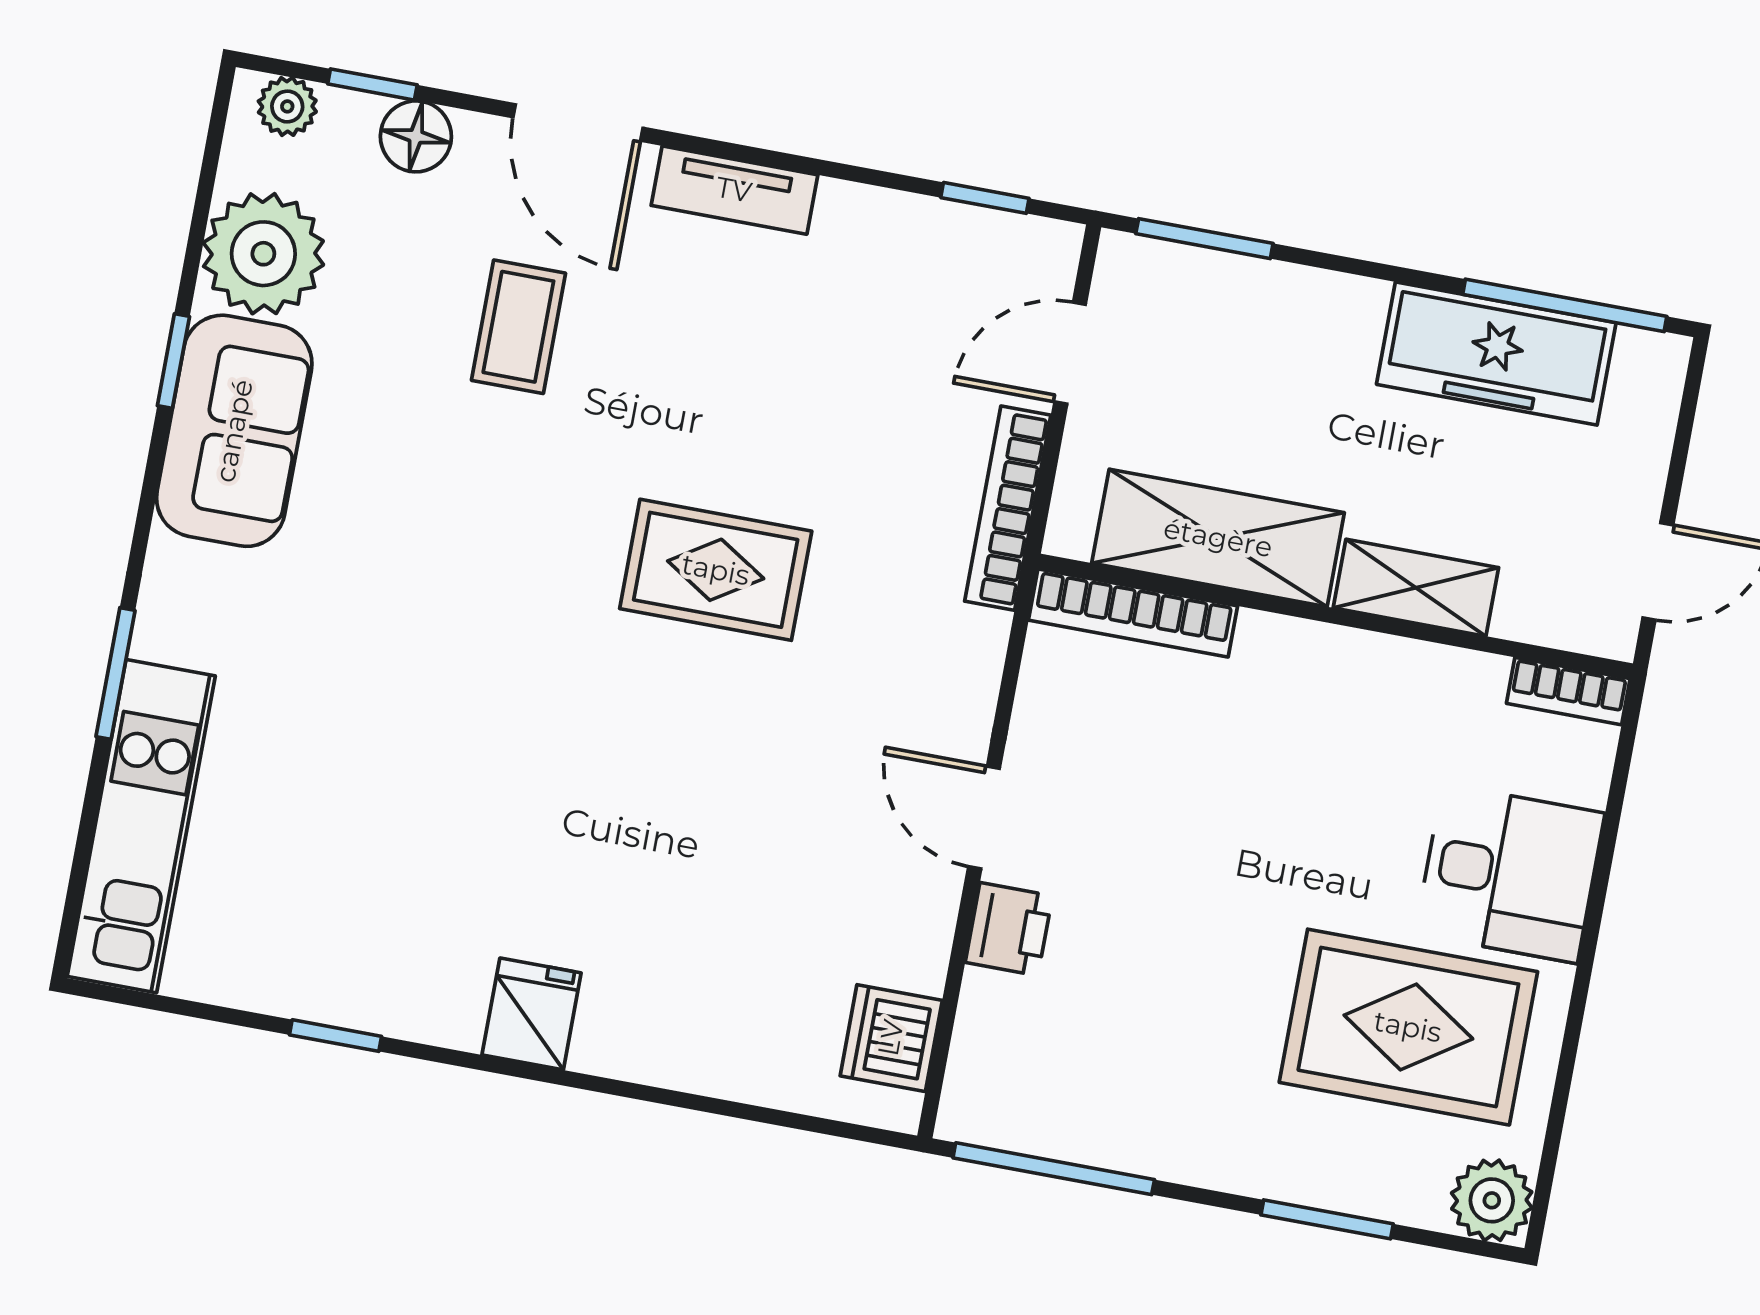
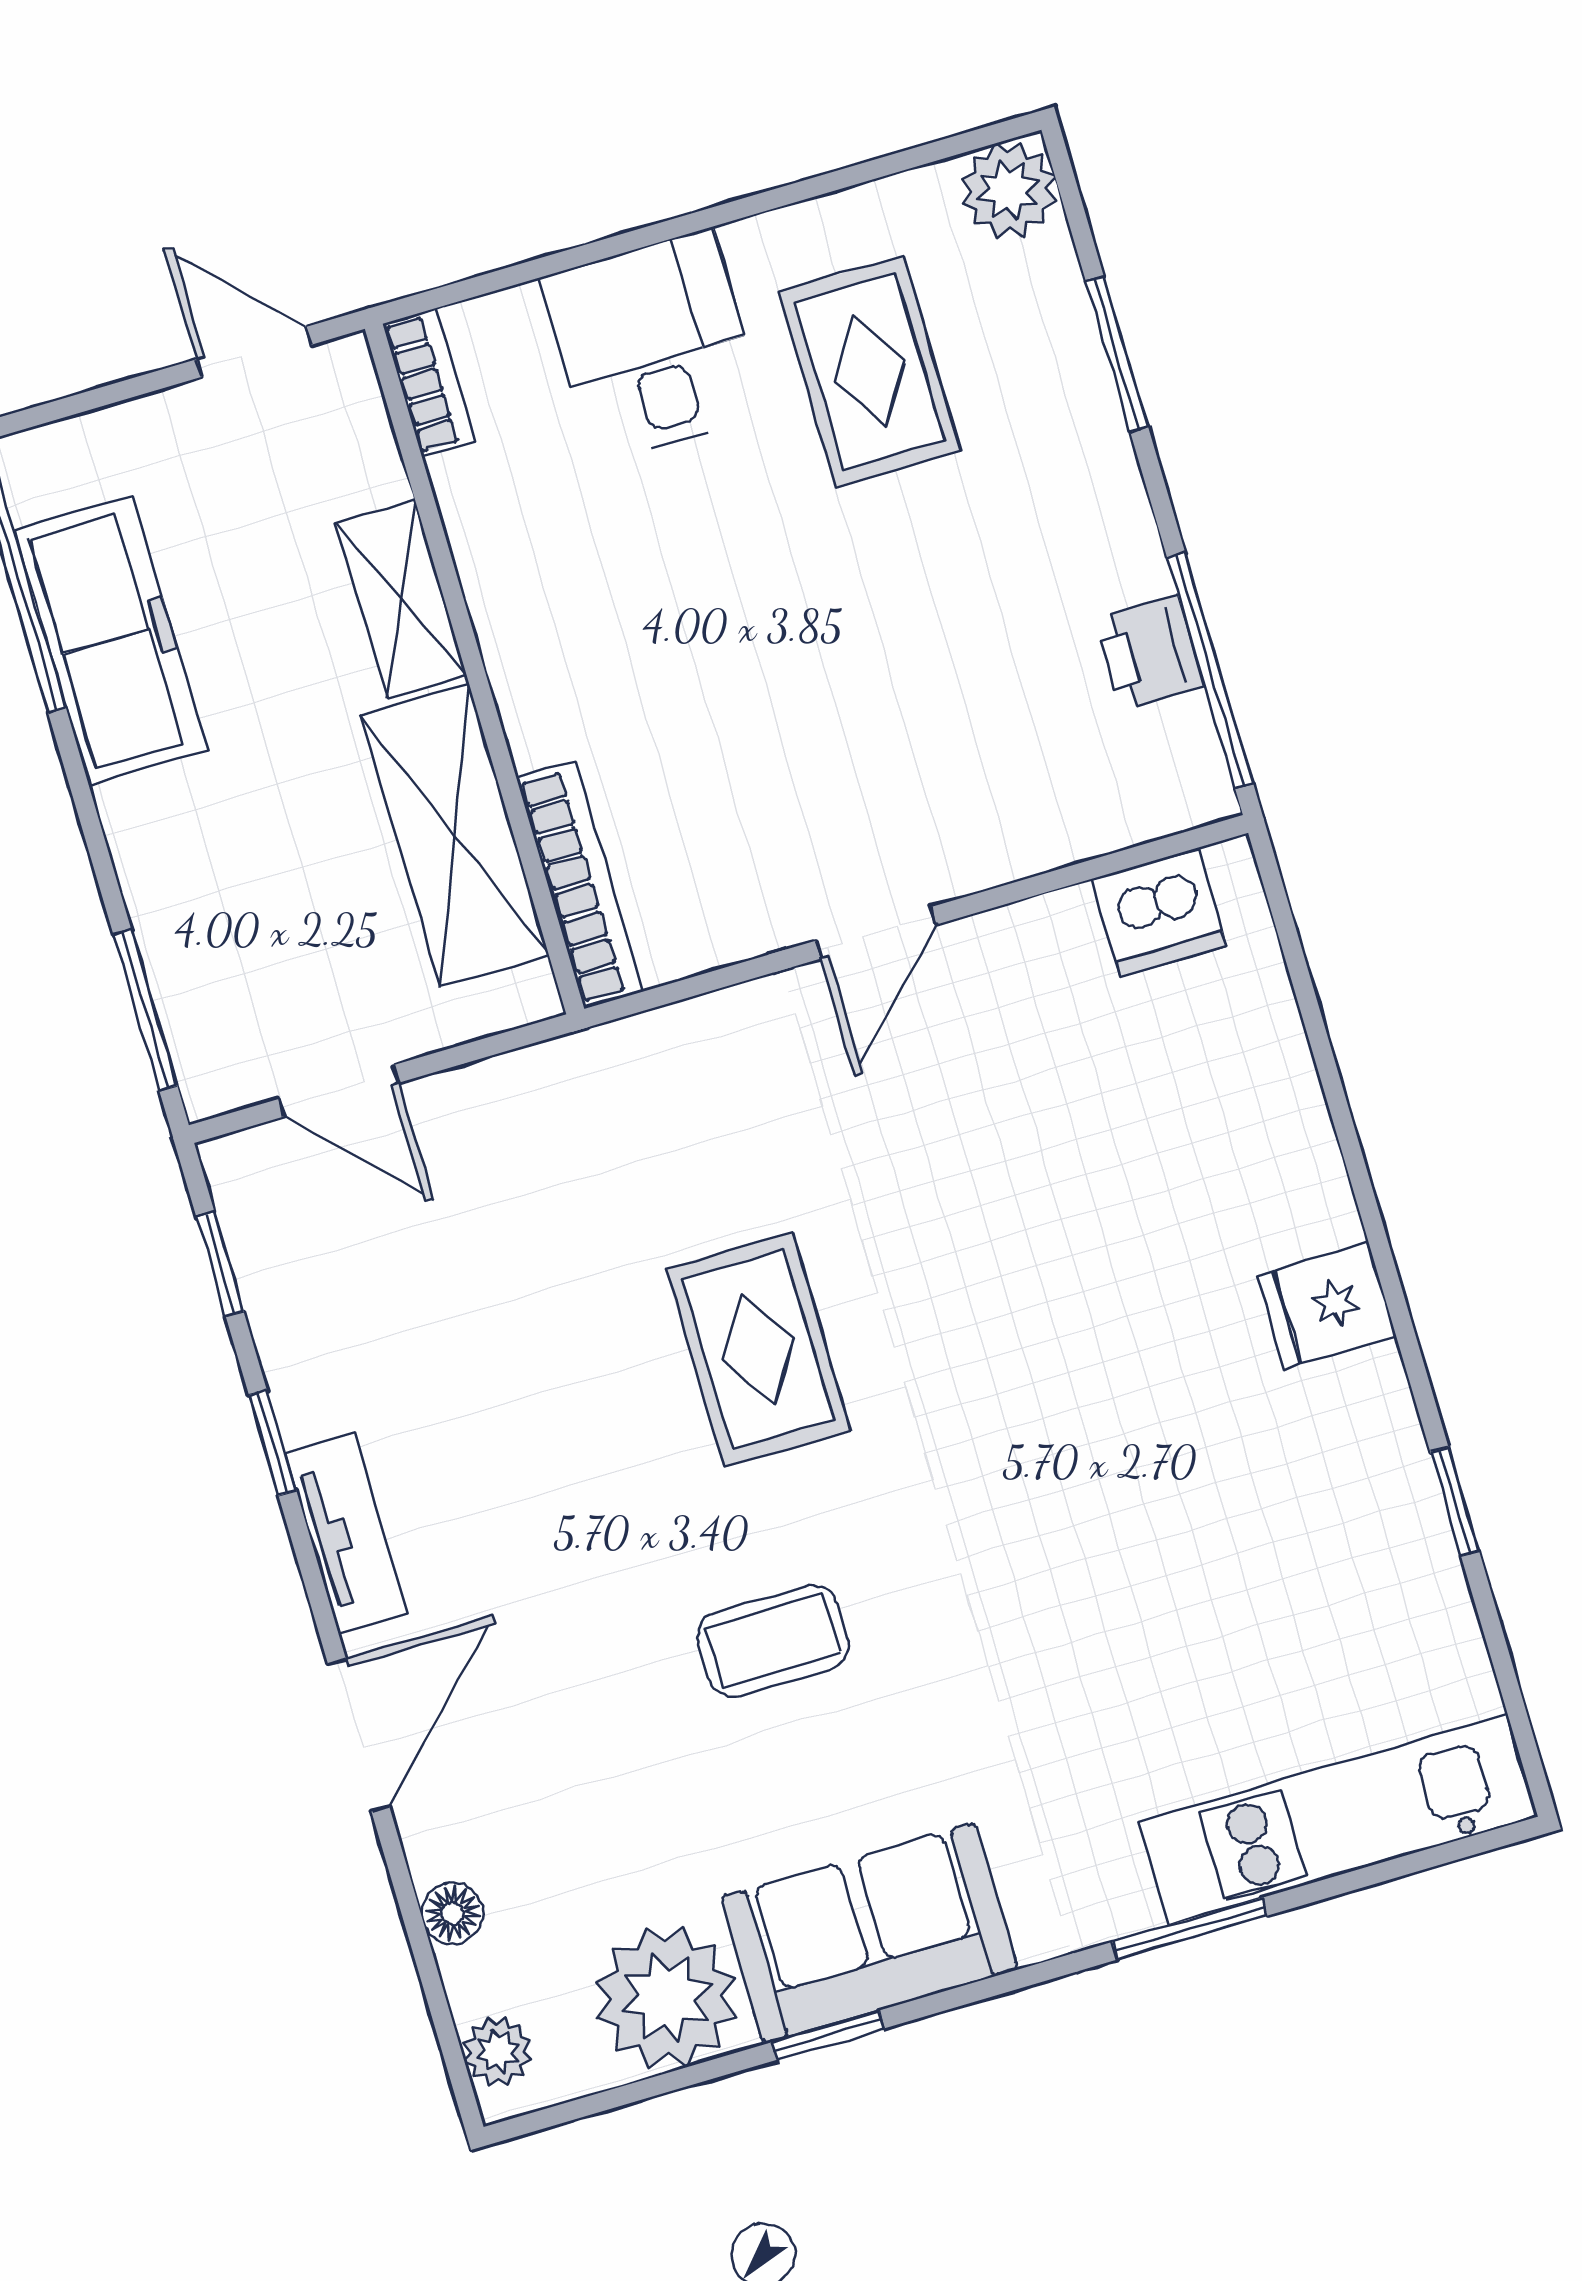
window: (372, 84) -> (273, 1443), moved
floor lamp: (416, 136) -> (453, 1913), width x0.73, depth x0.73
coffee table: (518, 327) -> (773, 1641), moved
bookcase: (1008, 508) -> (536, 1074), removed
printer: (1009, 929) -> (1149, 652), moved, turned -90
rug: (1408, 1027) -> (870, 371), width x0.73, depth x0.70

